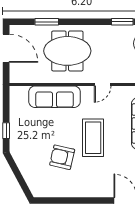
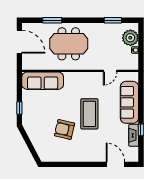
door: (103, 84) -> (110, 71), moved
sofa: (55, 97) -> (43, 81), moved

